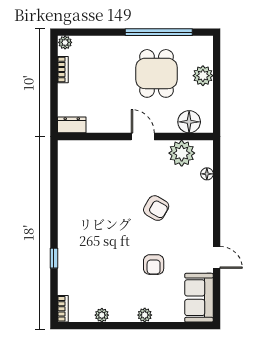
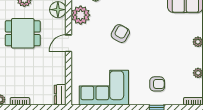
corner sofa: (82, 185) -> (104, 88), added
armchair: (154, 265) -> (157, 84), moved

